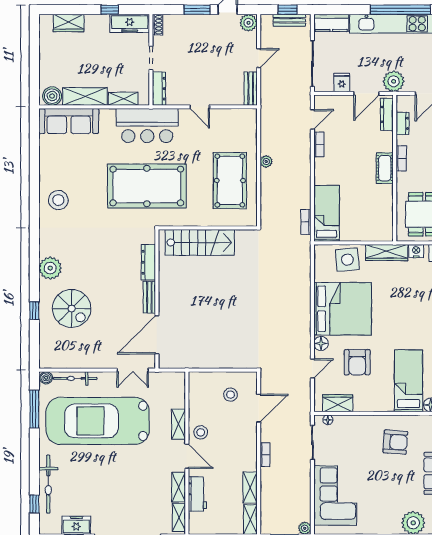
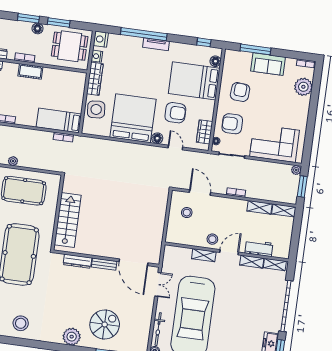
bed: (408, 381) -> (194, 81), width x1.50
armchair: (353, 438) -> (232, 124), added

